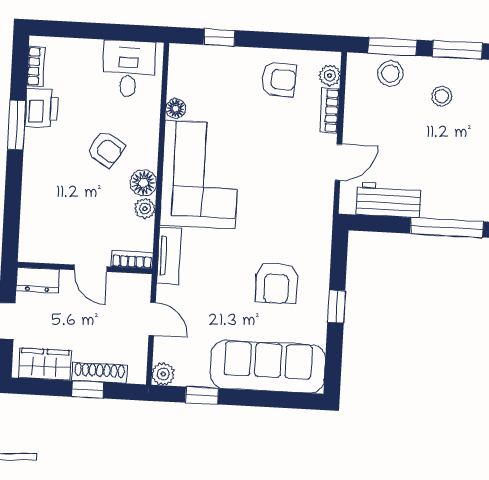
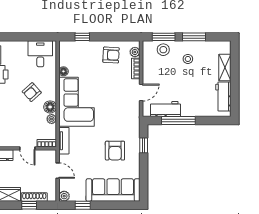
armchair: (106, 149) -> (32, 92), turned 107
window: (447, 228) -> (178, 120), moved
window: (336, 307) -> (144, 145), moved

